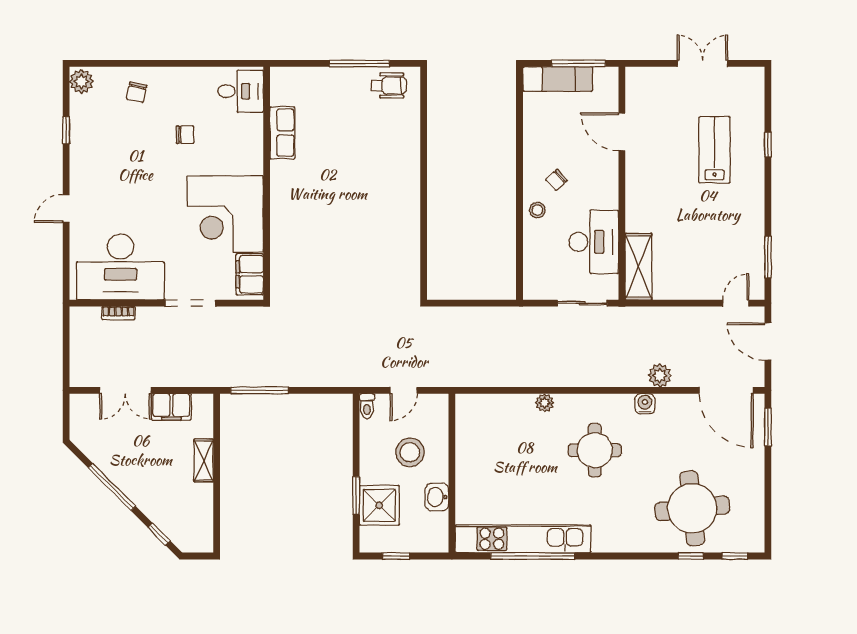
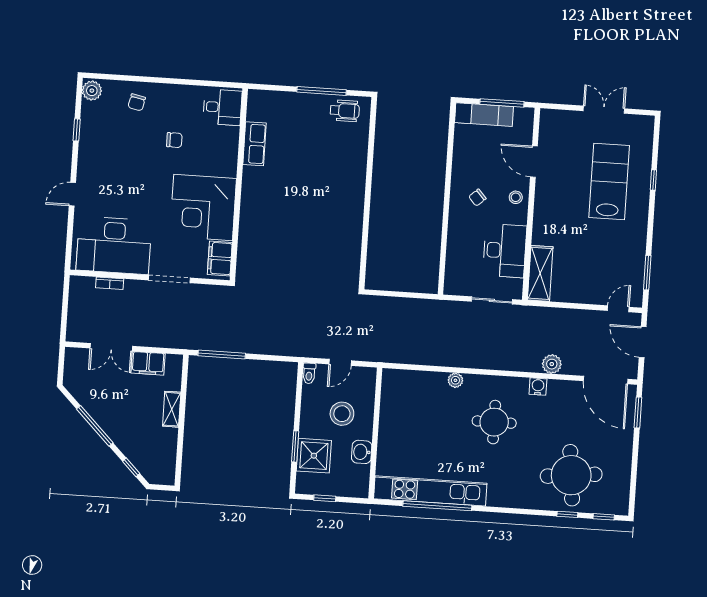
lab bench: (715, 150) -> (609, 181), width x1.36, depth x1.39
stool: (537, 210) -> (516, 197), moved

